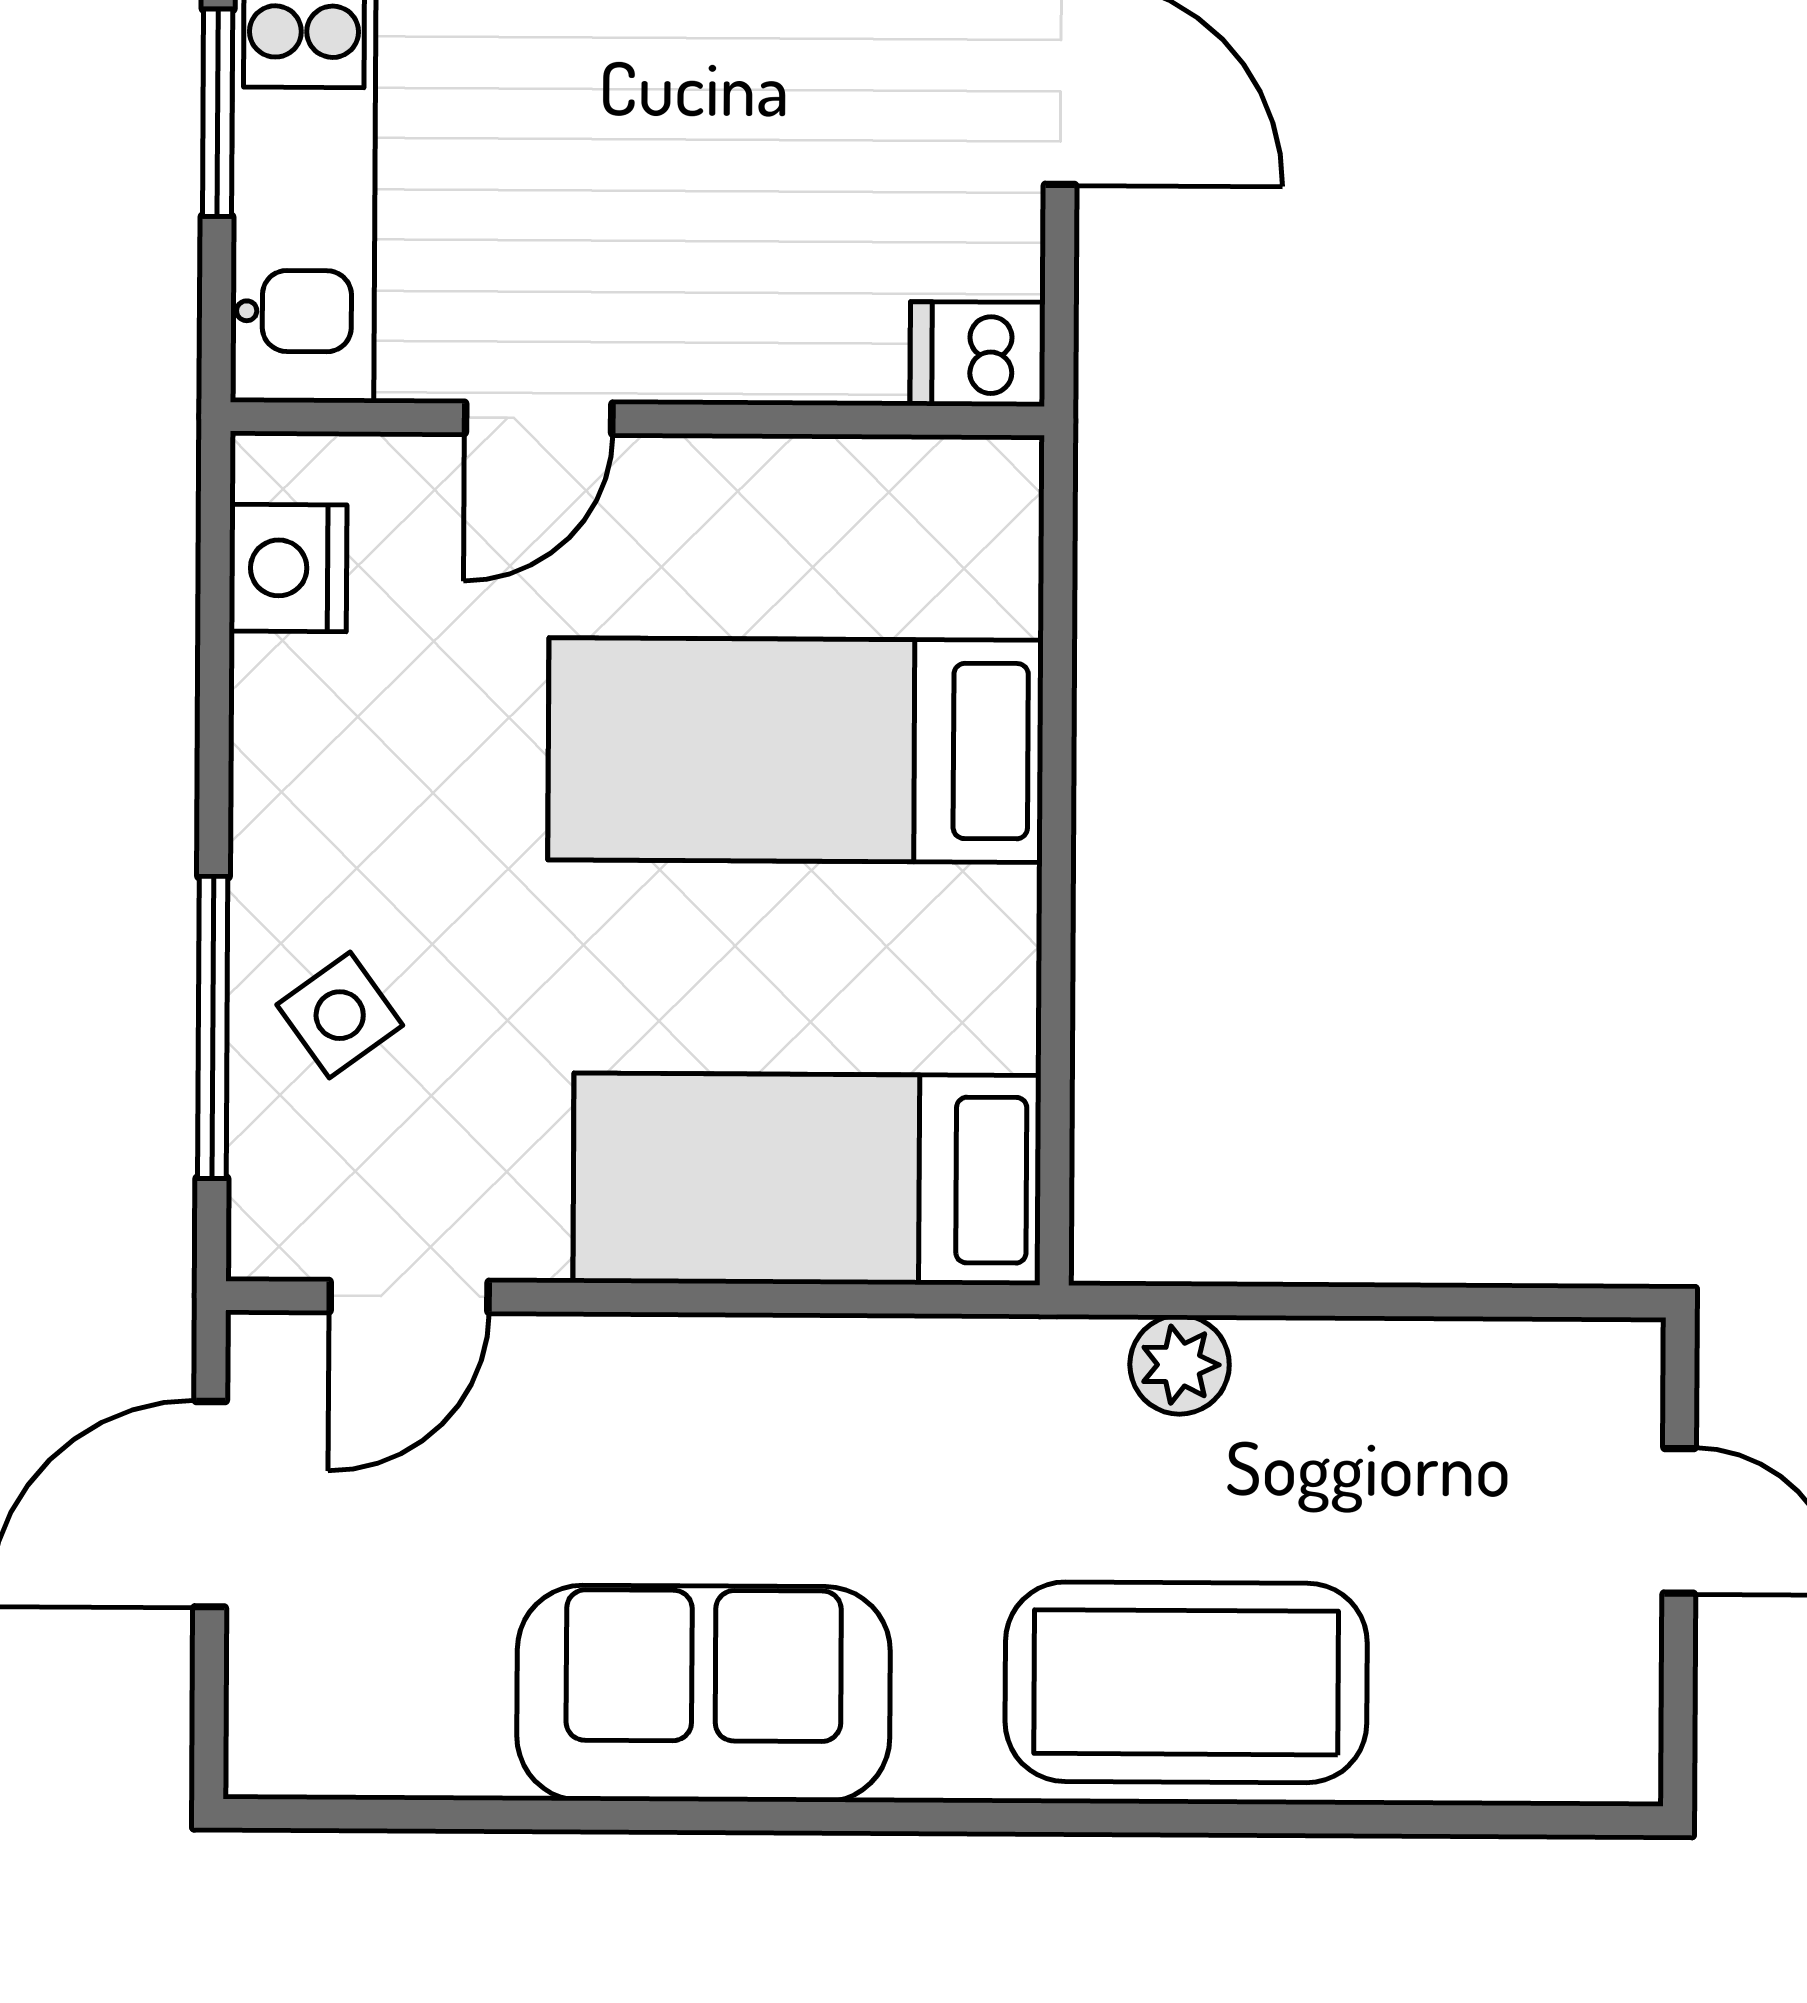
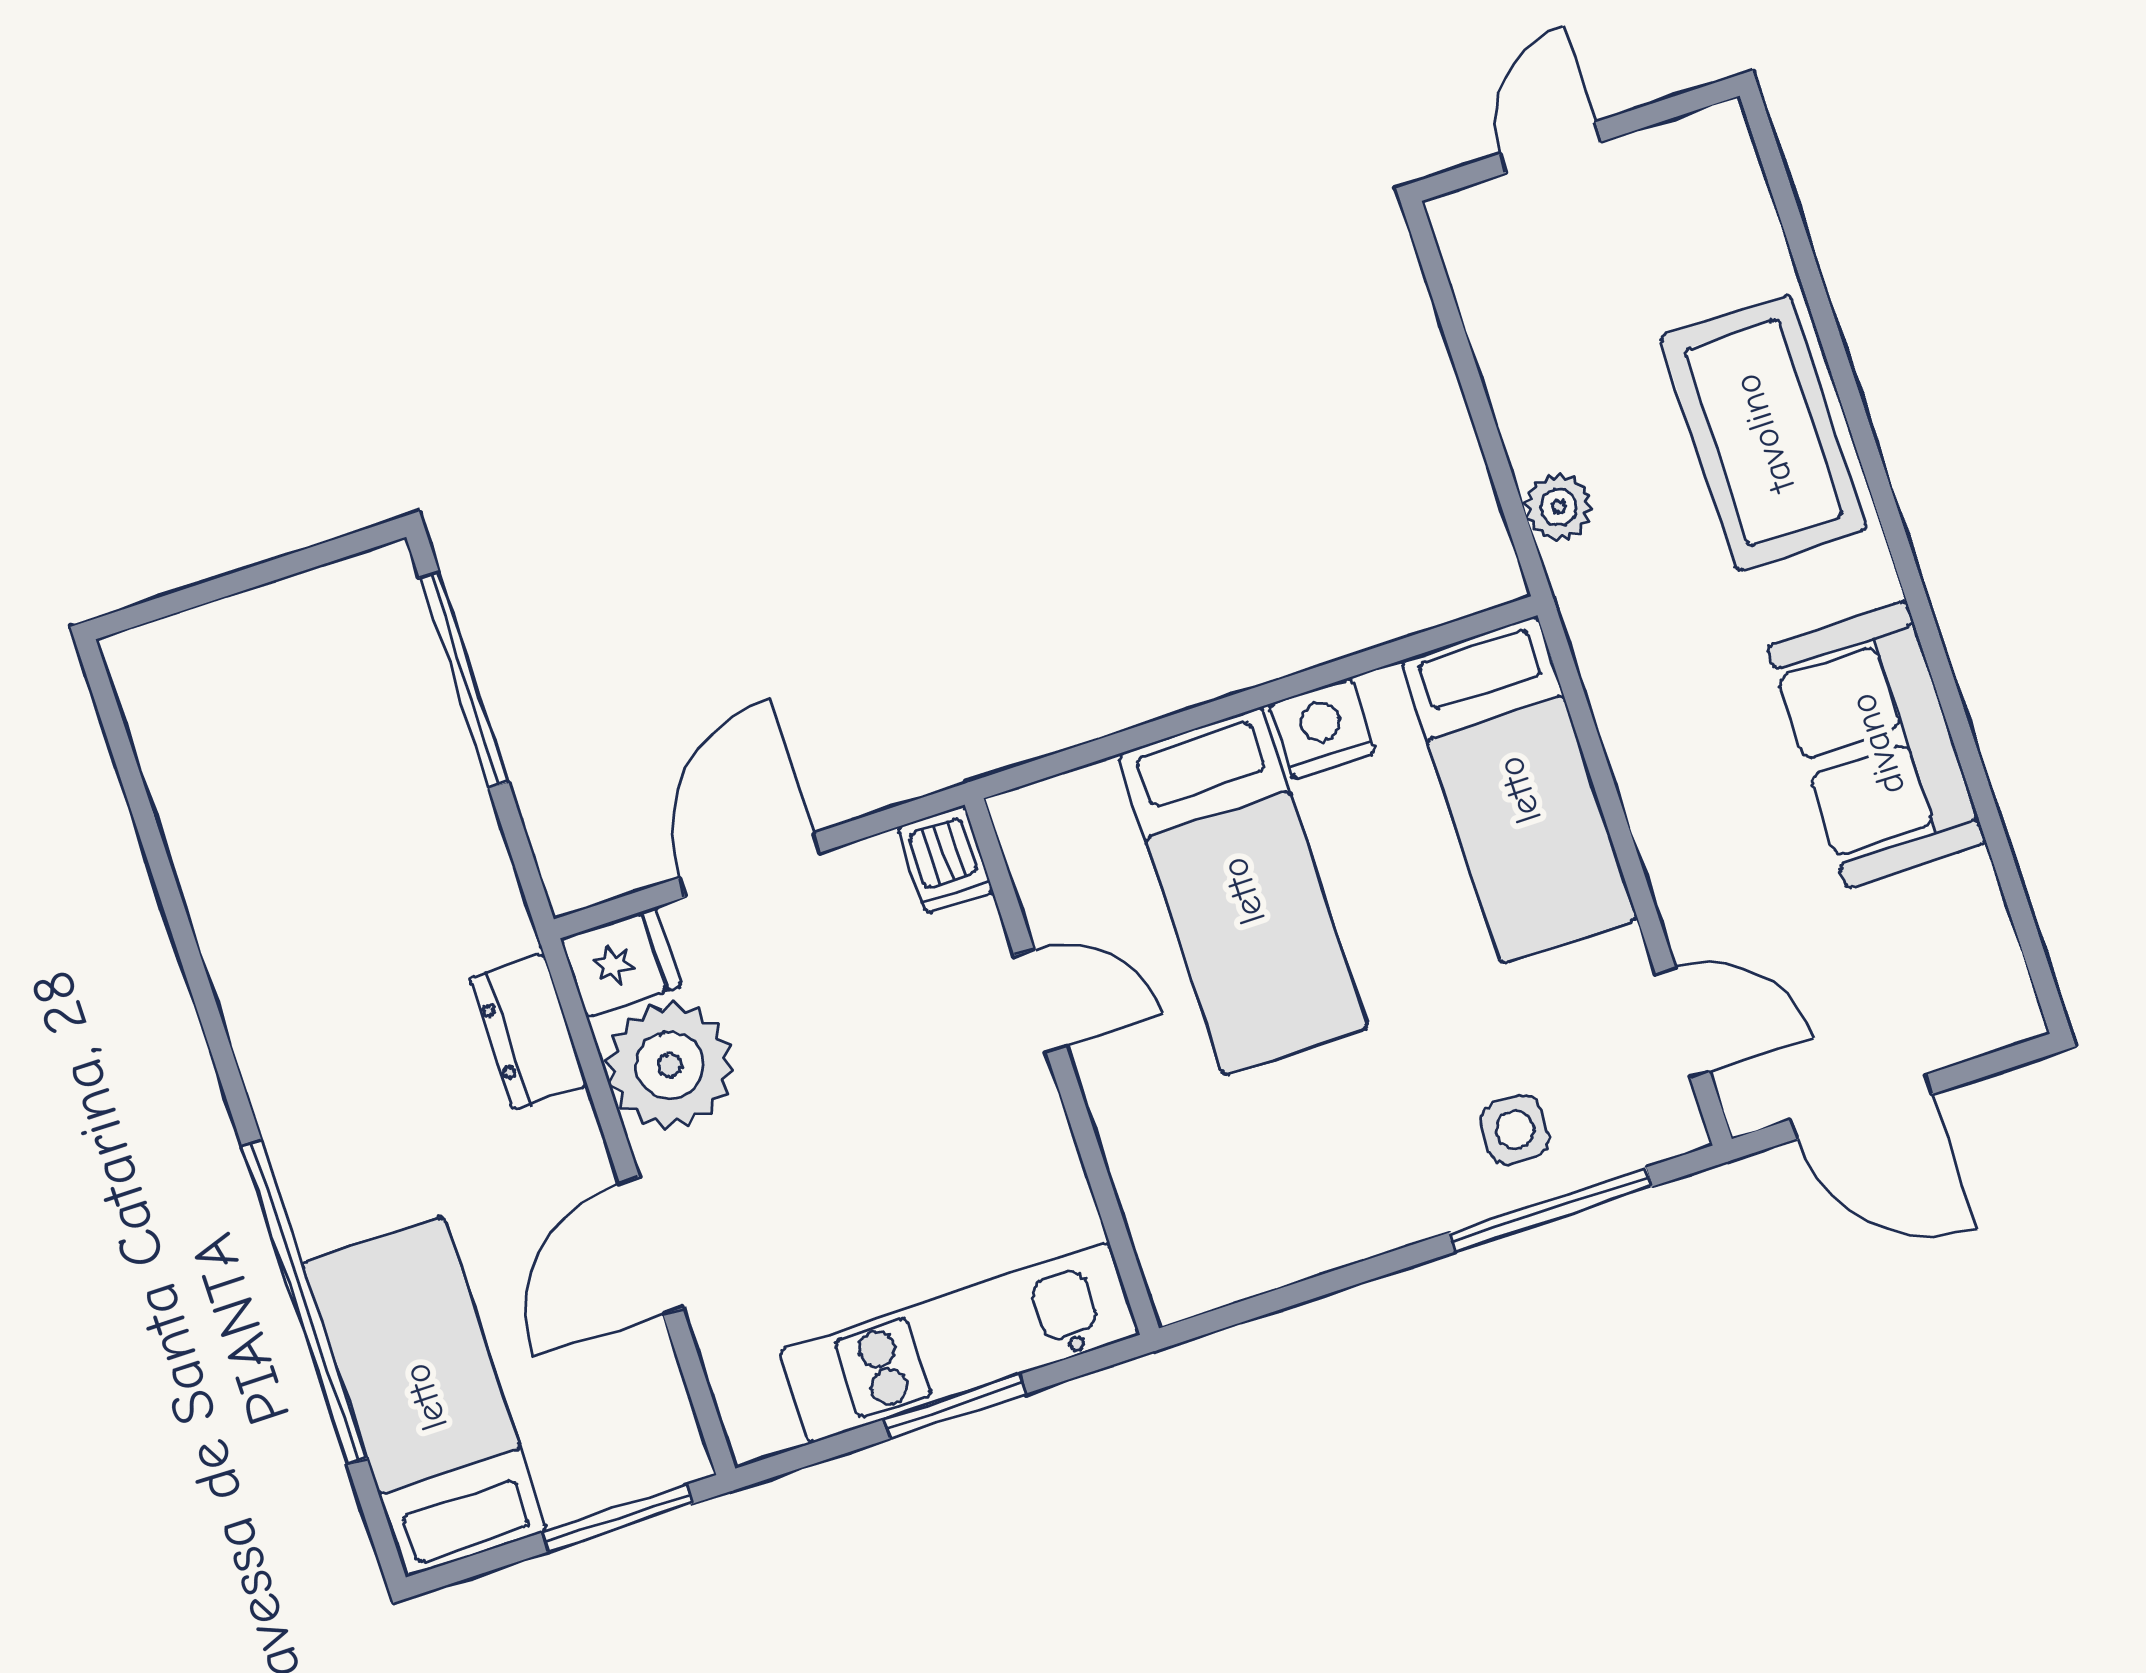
door: (539, 418) -> (1040, 1001), moved
nightstand: (288, 568) -> (1322, 728), moved, turned 180
side table: (340, 1015) -> (1515, 1130), turned 36

